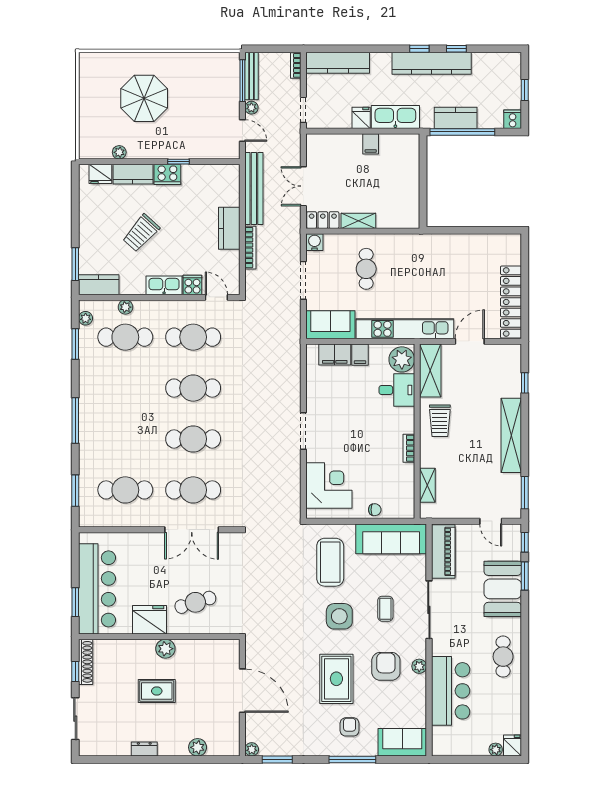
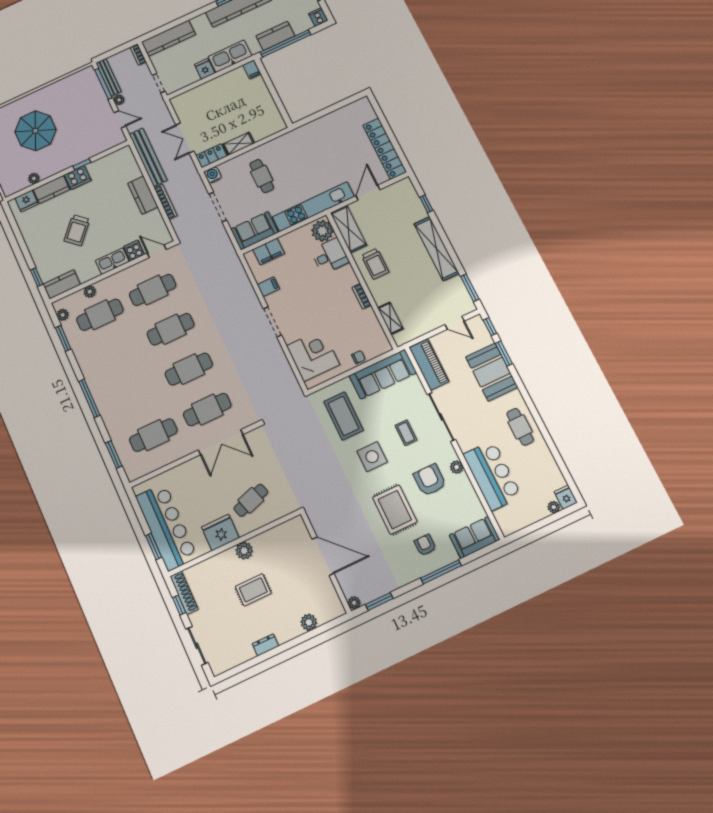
filing cabinet: (371, 144) -> (252, 69), moved
window: (75, 264) -> (37, 277), width x0.67
filing cabinet: (360, 355) -> (268, 287), moved, turned -90

